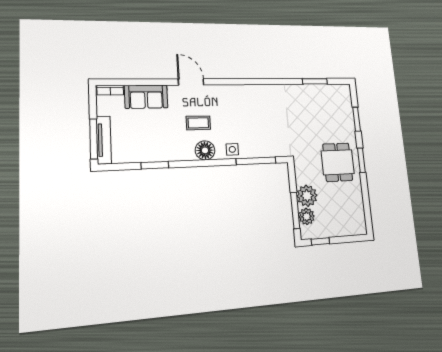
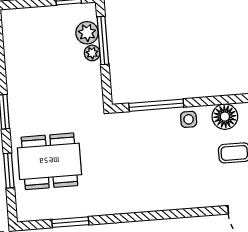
dining table: (338, 162) -> (49, 161), moved, width x1.38
plant: (307, 196) -> (92, 53), width x0.53, depth x0.53

